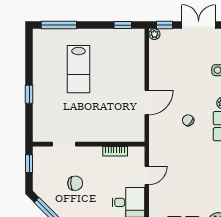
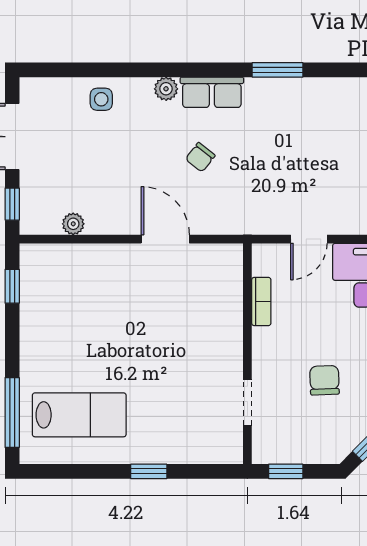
plant: (154, 34) -> (73, 224), moved
lab bench: (79, 69) -> (79, 415), moved
door: (147, 175) -> (309, 239), swing flipped

